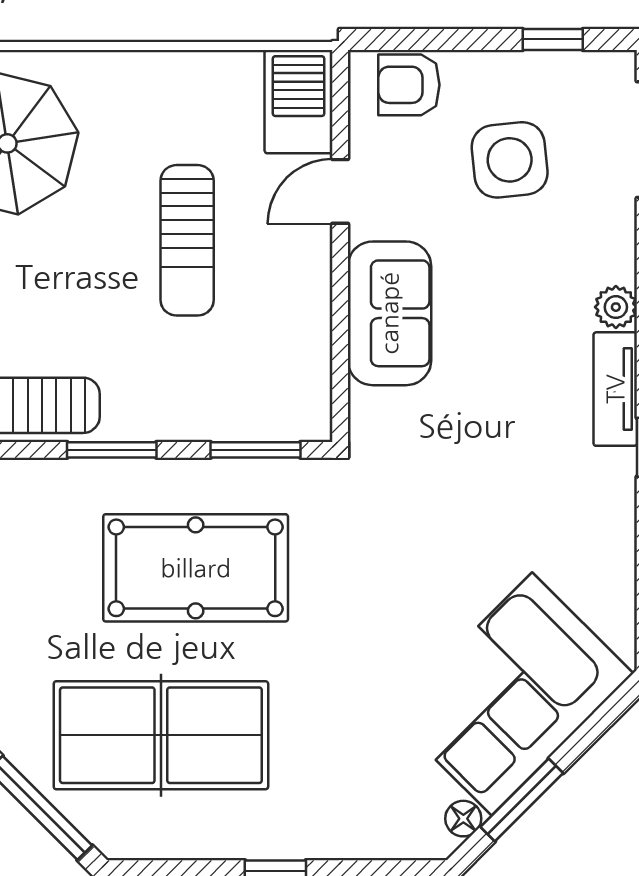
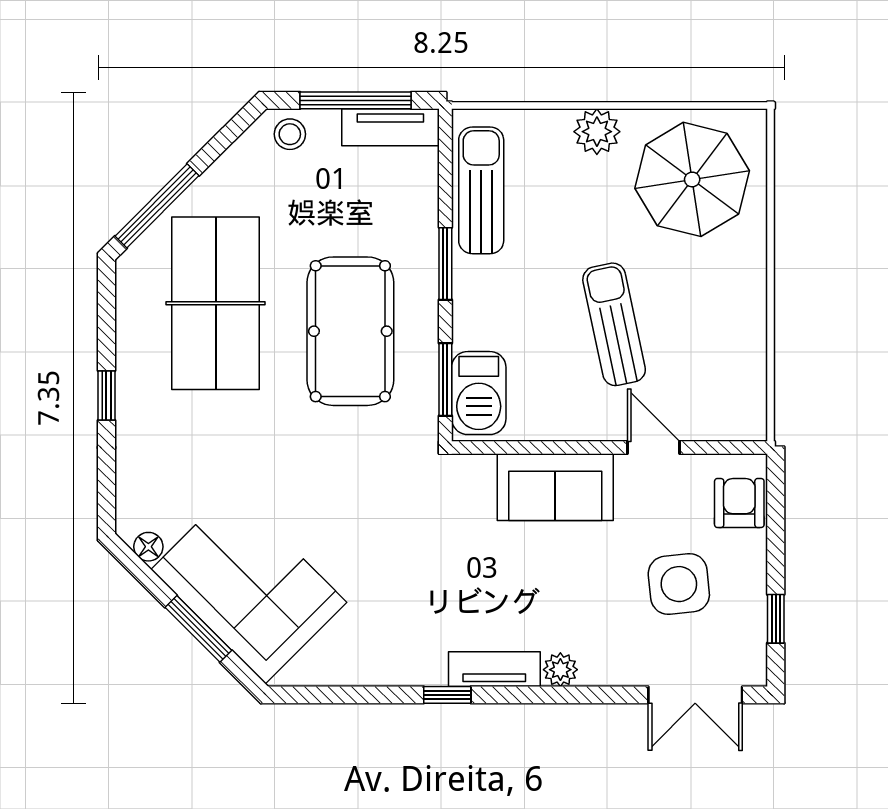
barbecue: (299, 102) -> (479, 393), moved, turned 90
sun lounger: (187, 240) -> (614, 324), turned 78
window: (522, 800) -> (198, 629), moved

